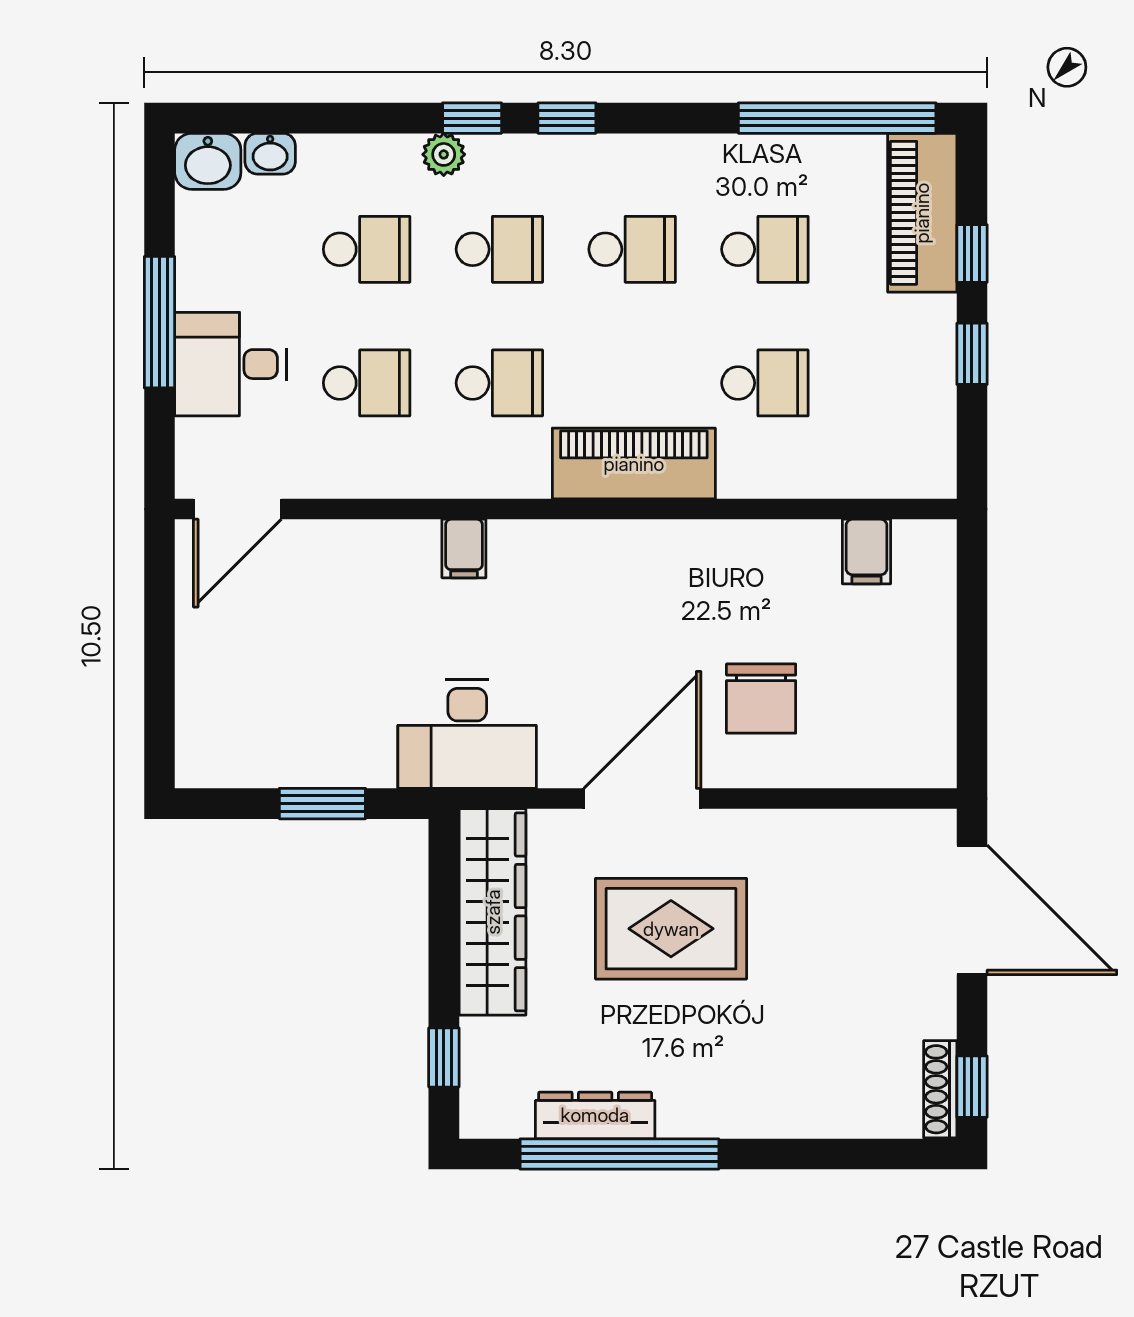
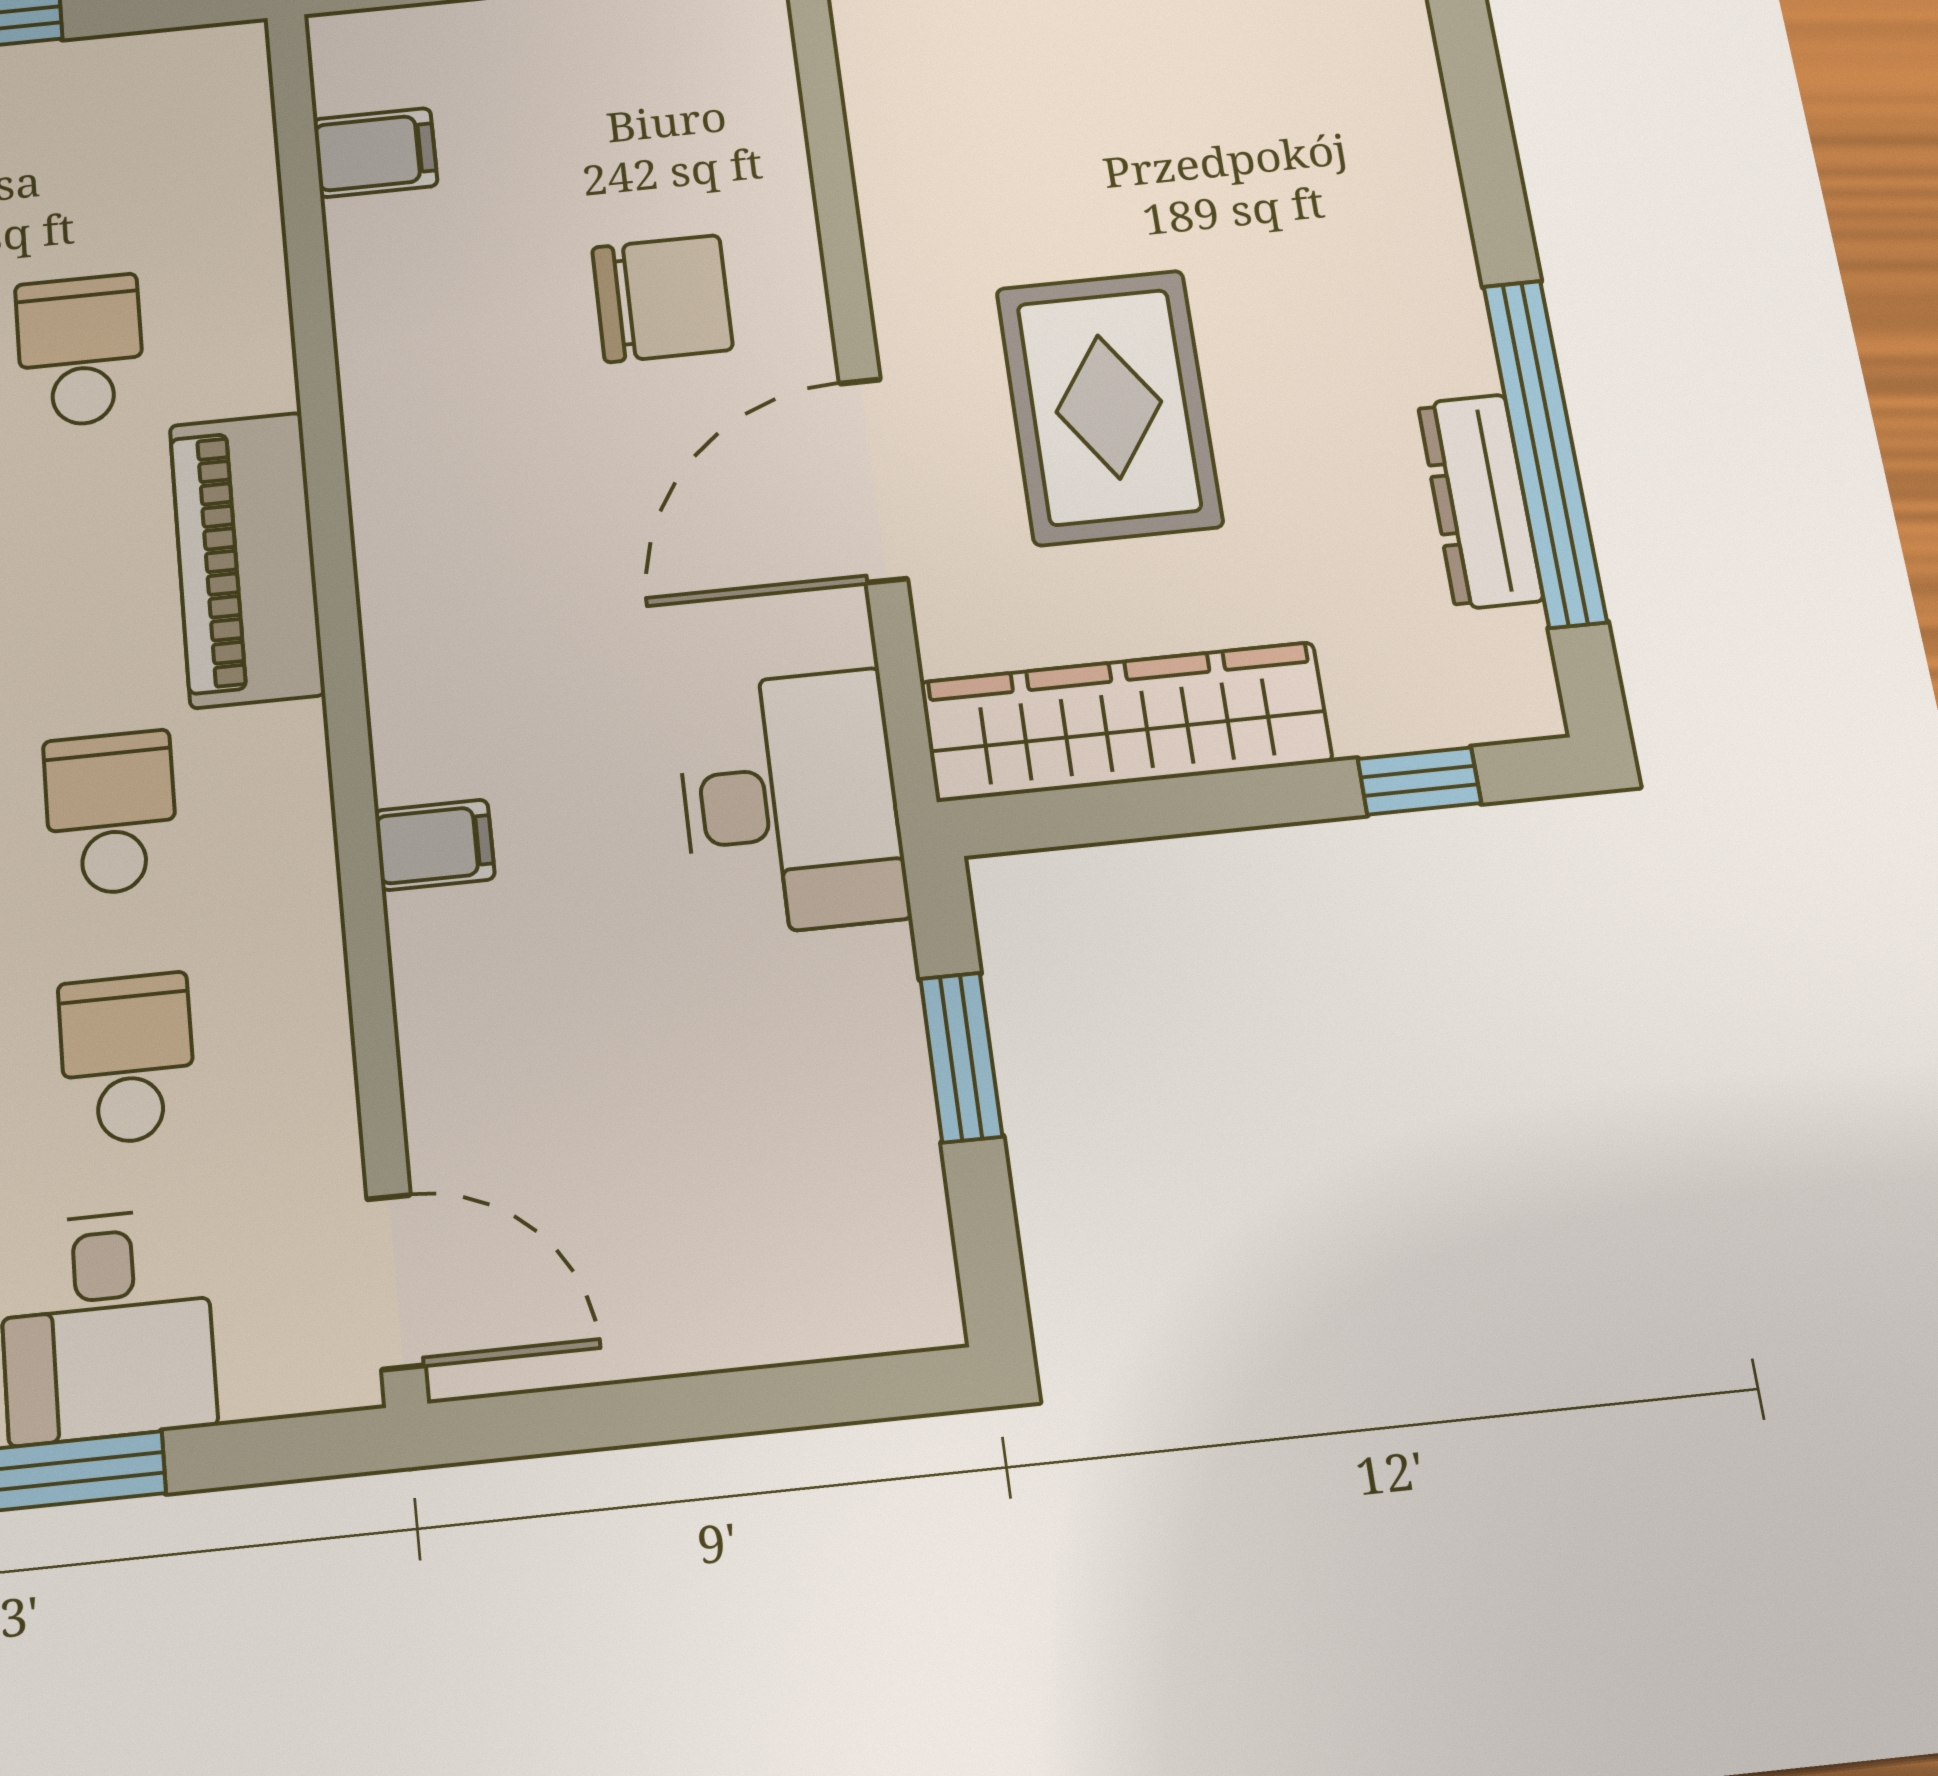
door: (642, 799) -> (873, 480), hinge flipped

